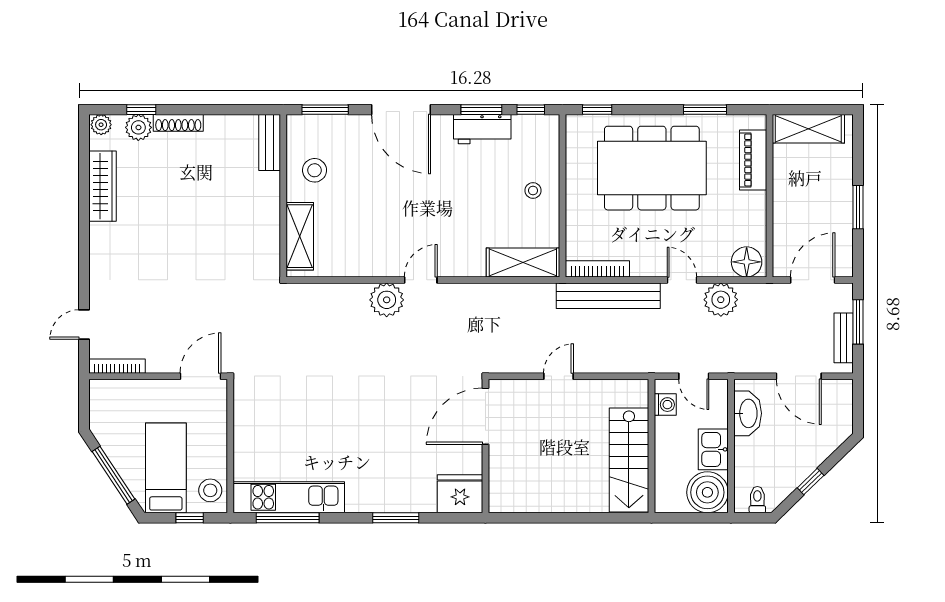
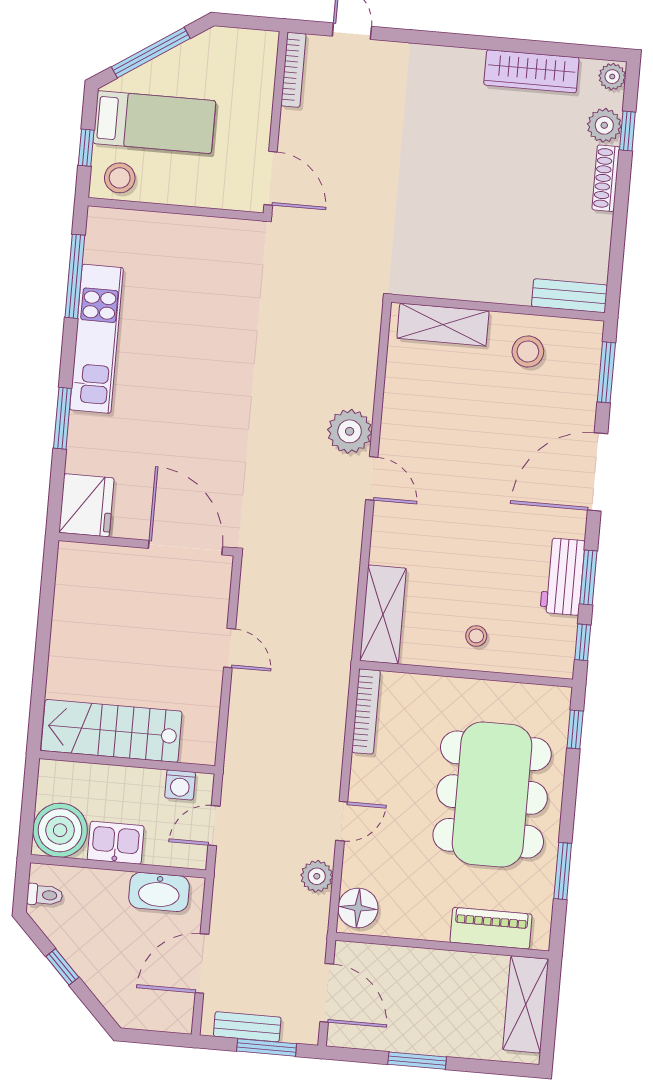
bench: (608, 296) -> (329, 723), removed
plant: (721, 300) -> (317, 876), width x0.73, depth x0.73
kitchen unit: (289, 497) -> (97, 339), moved

